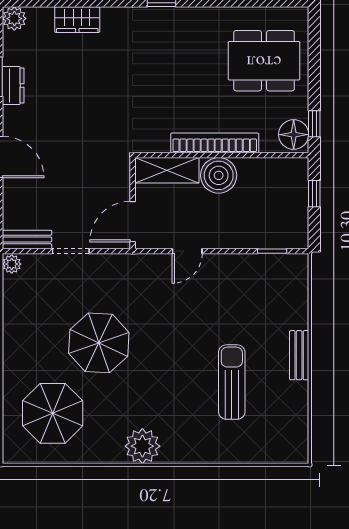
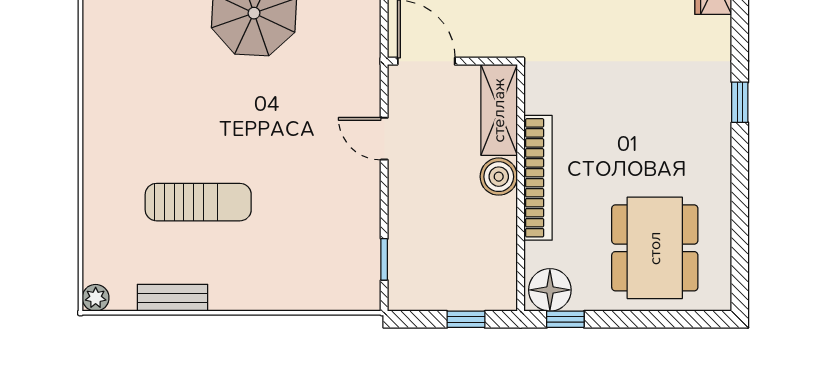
boiler: (219, 175) -> (499, 177), width x0.73, depth x0.73
bench: (299, 355) -> (172, 298), moved
plant: (142, 446) -> (96, 298), moved, width x0.53, depth x0.53

